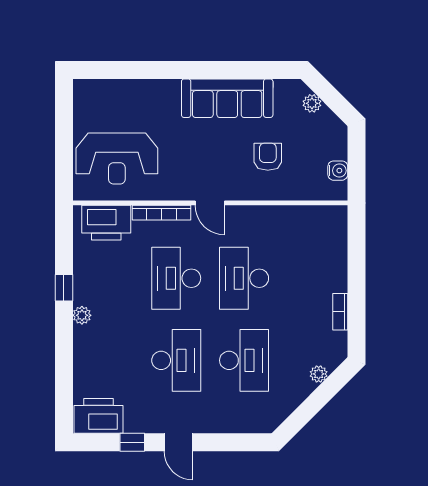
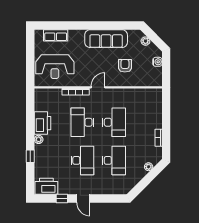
row of seats: (119, 91) -> (56, 35), added
water cooler: (338, 171) -> (157, 62), moved
door: (210, 203) -> (98, 87), swing flipped
printer: (106, 223) -> (42, 123), moved, turned -90
desk: (244, 278) -> (114, 122), turned 180
window: (64, 288) -> (30, 156), moved

